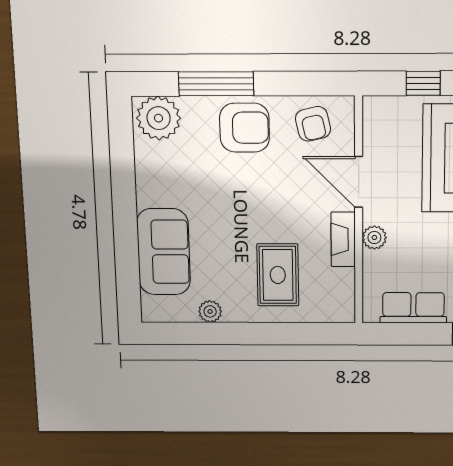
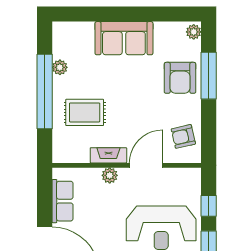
plant: (159, 118) -> (194, 32), width x0.53, depth x0.53
armchair: (245, 128) -> (180, 78), moved
sofa: (163, 252) -> (124, 38), moved
window: (247, 334) -> (45, 92), added

